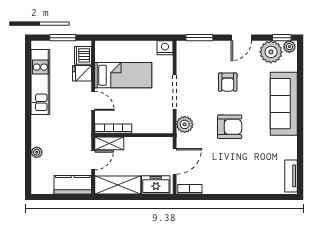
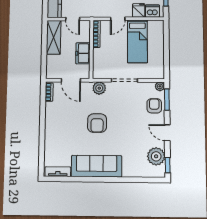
plant: (289, 47) -> (160, 86), moved
nightstand: (165, 48) -> (159, 73), removed
armchair: (228, 82) -> (154, 106), moved, turned 90
sofa: (284, 104) -> (97, 166), moved
shelving: (109, 143) -> (85, 31), removed
freezer: (156, 185) -> (83, 53), moved, turned 180

